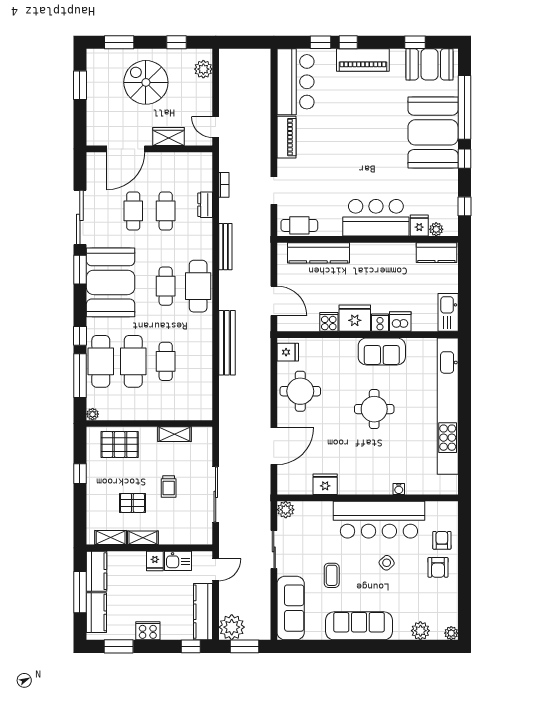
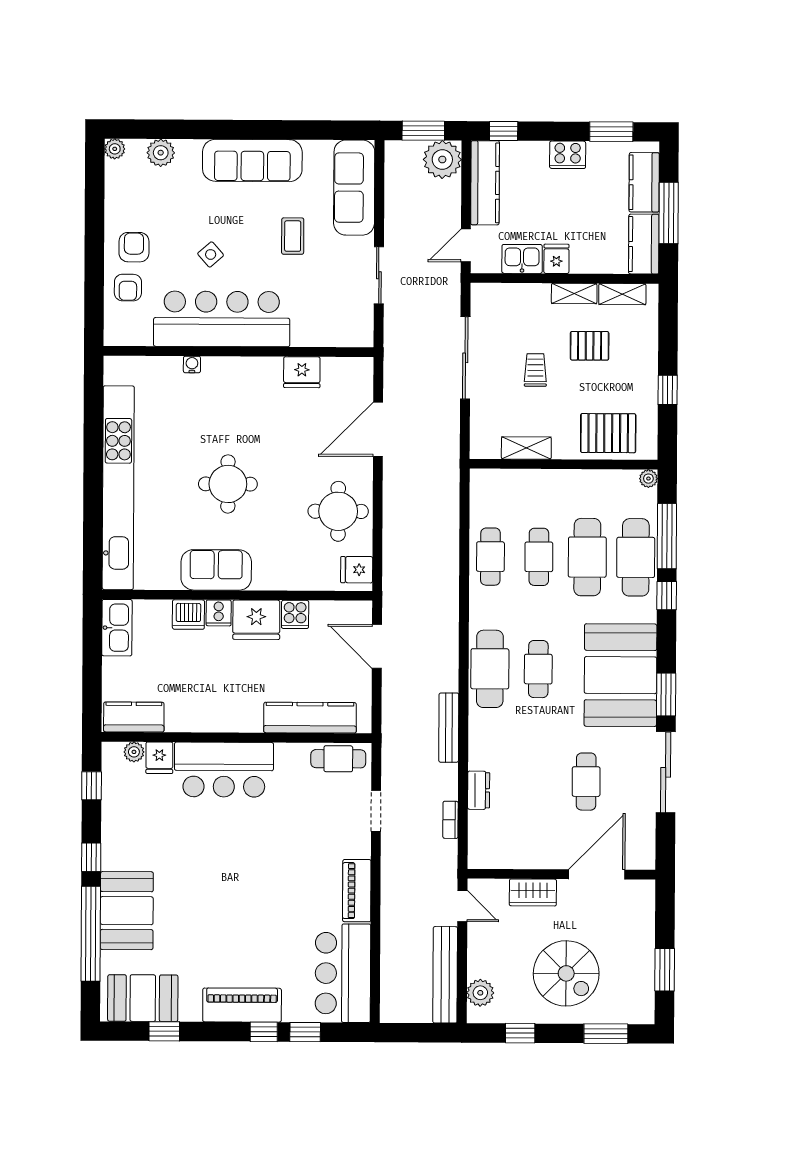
booth: (433, 132) -> (127, 911), width x0.73, depth x0.70
cafe table: (166, 211) -> (490, 557), moved
bench: (227, 343) -> (445, 975), moved
plant: (286, 510) -> (361, 335), removed

